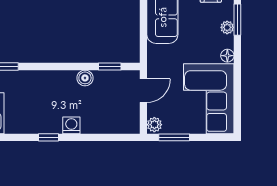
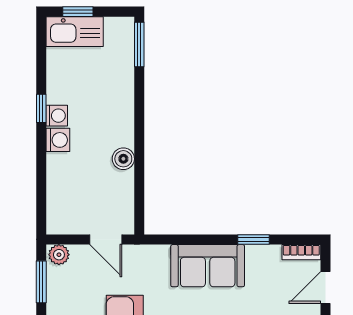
window: (110, 66) -> (139, 193), removed
washing machine: (54, 126) -> (57, 116), added

